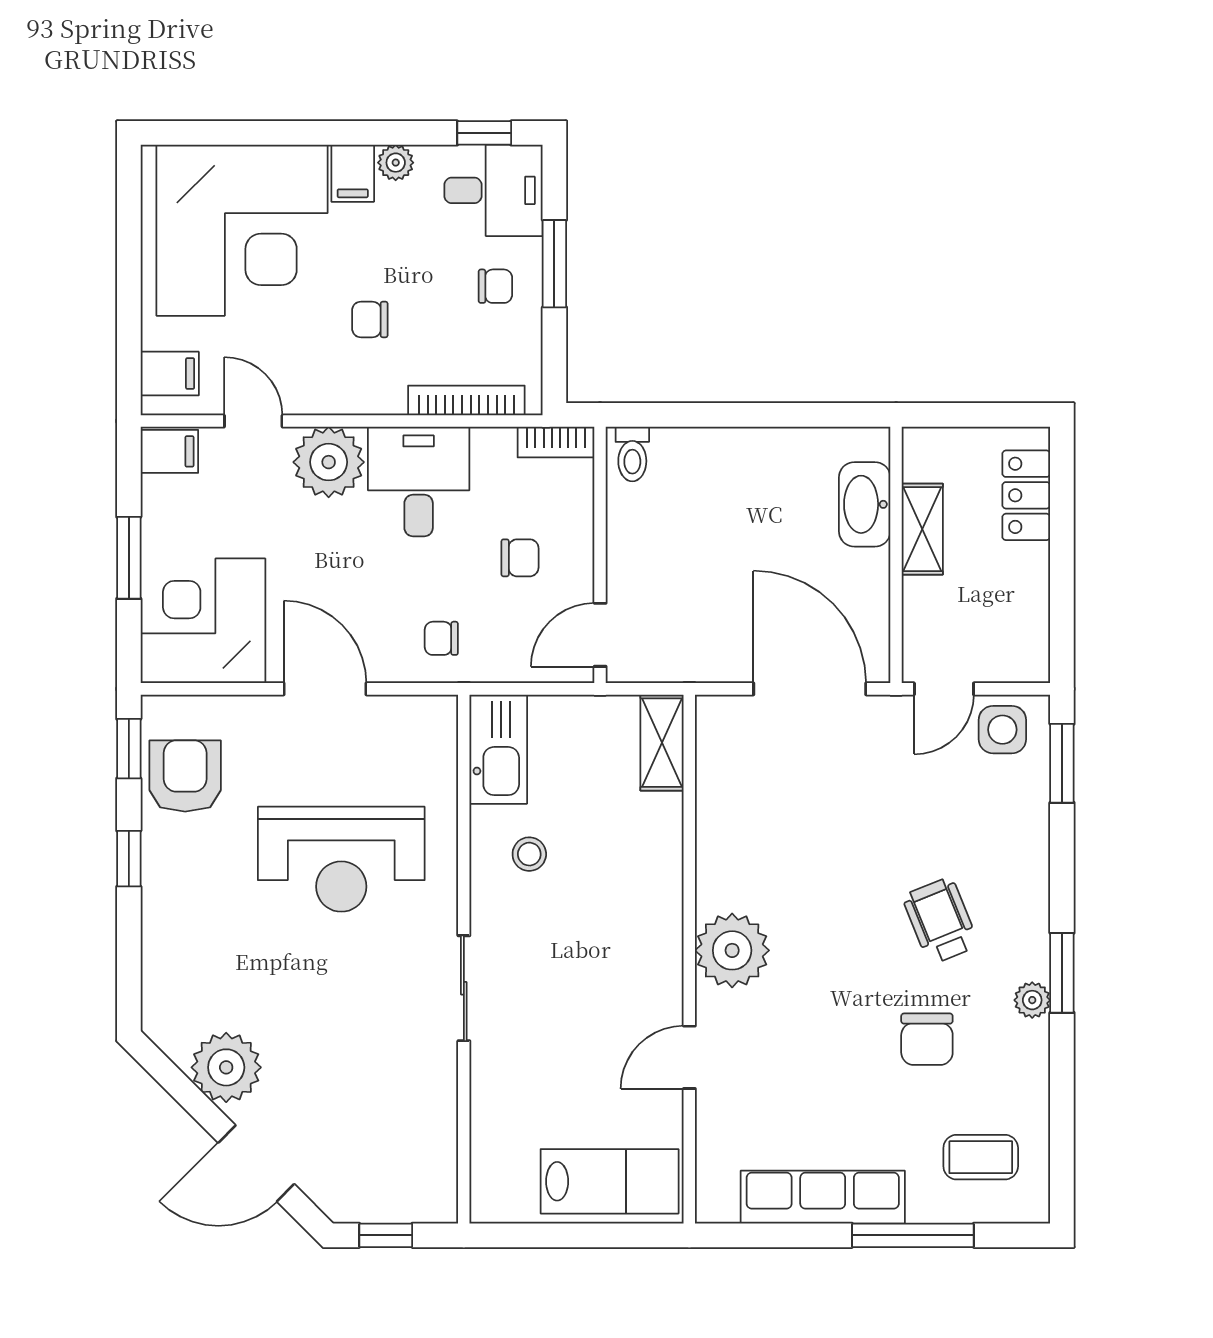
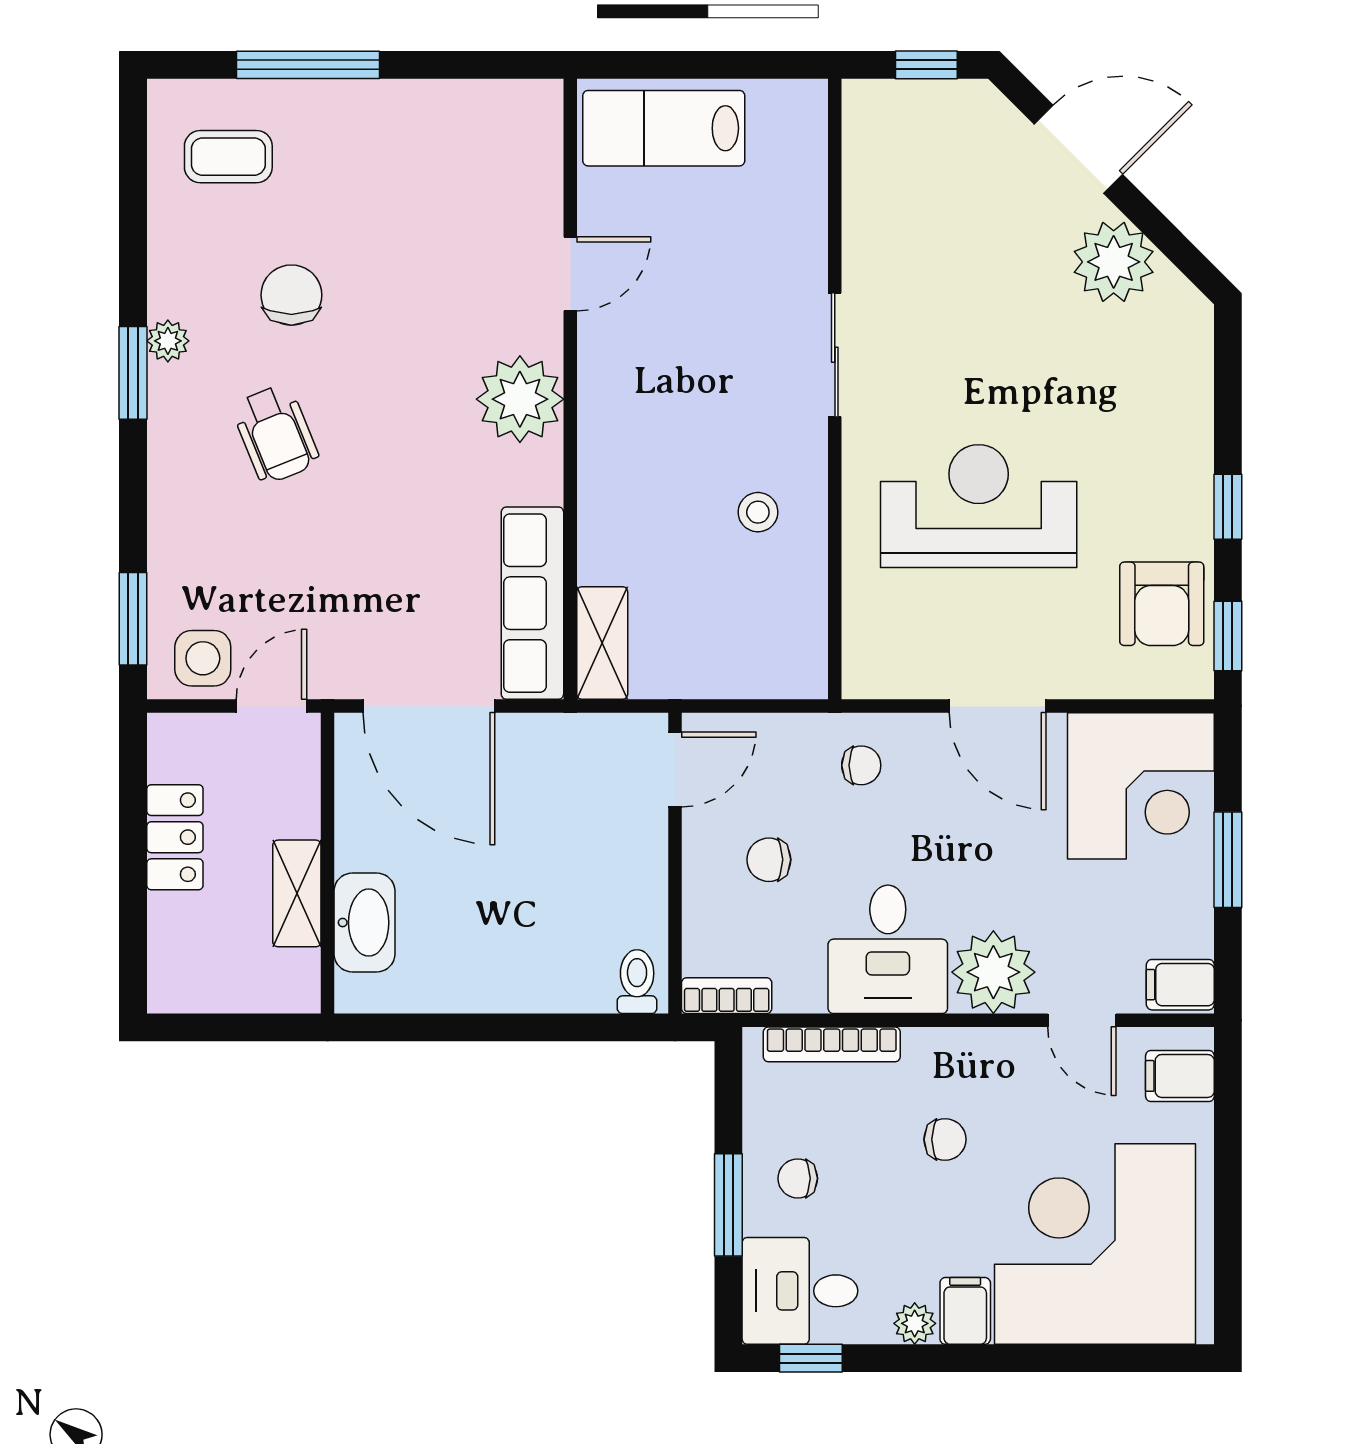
locker: (1026, 495) -> (175, 837), moved
kitchen sink: (498, 749) -> (794, 635), removed
row of seats: (823, 1197) -> (532, 603), moved, turned 90

